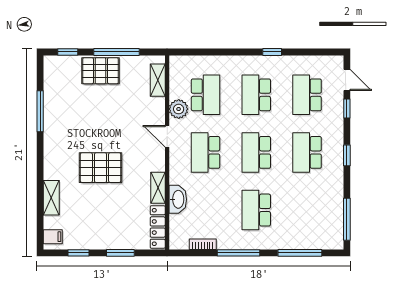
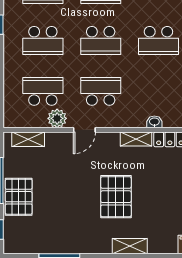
school desk: (206, 152) -> (101, 91), turned 180
shelving: (51, 198) -> (130, 246), moved
washbasin: (178, 199) -> (154, 122), width x0.52, depth x0.69

